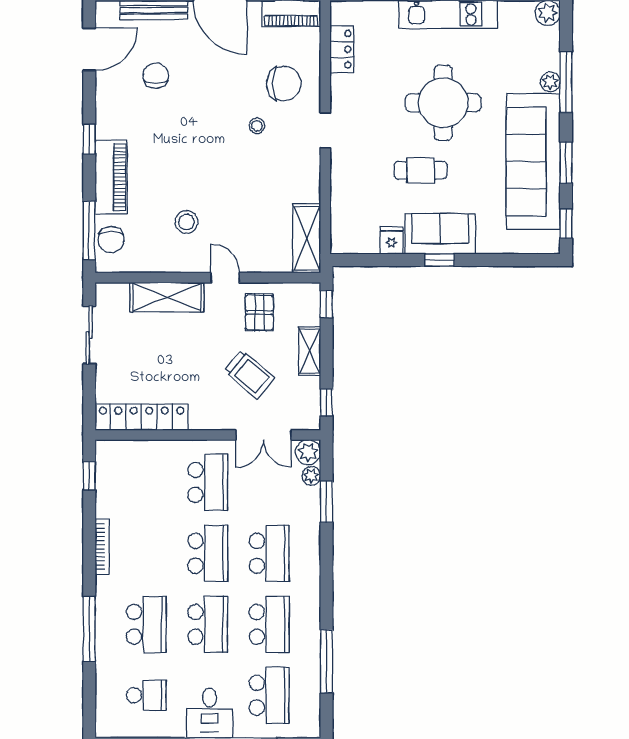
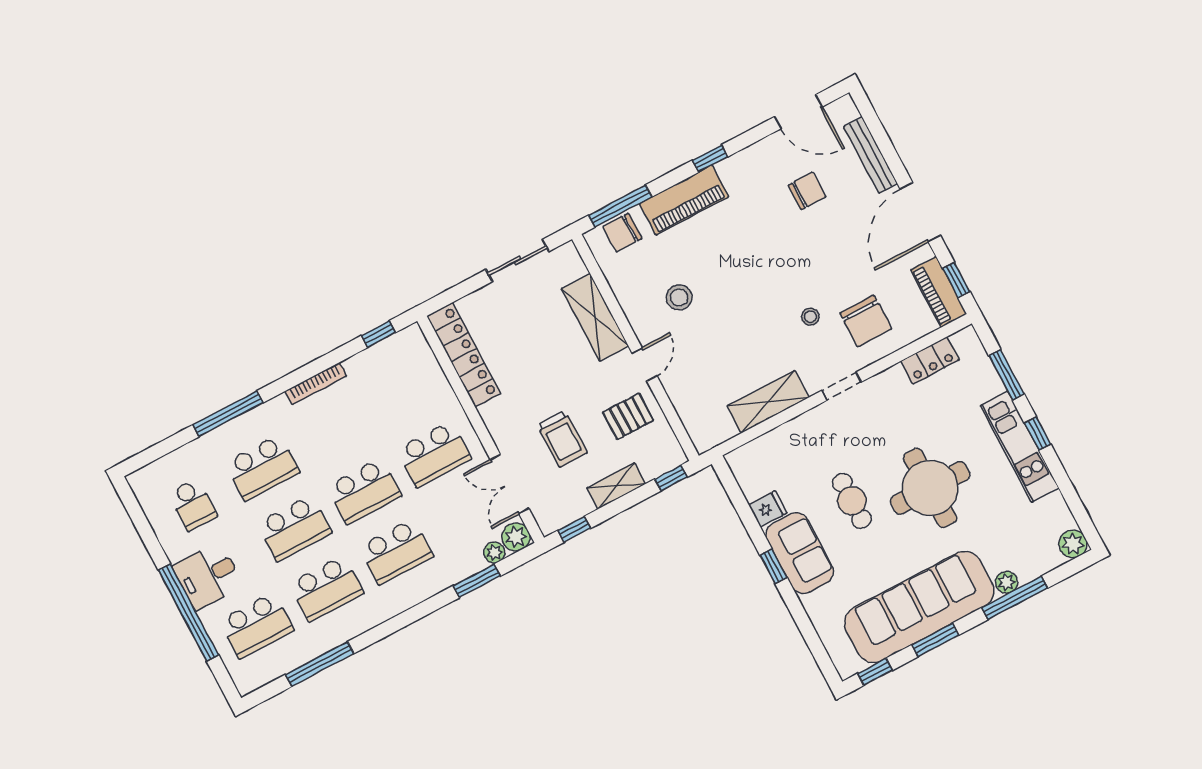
shelving: (307, 238) -> (768, 402), moved
trolley: (249, 374) -> (562, 439), turned -40

